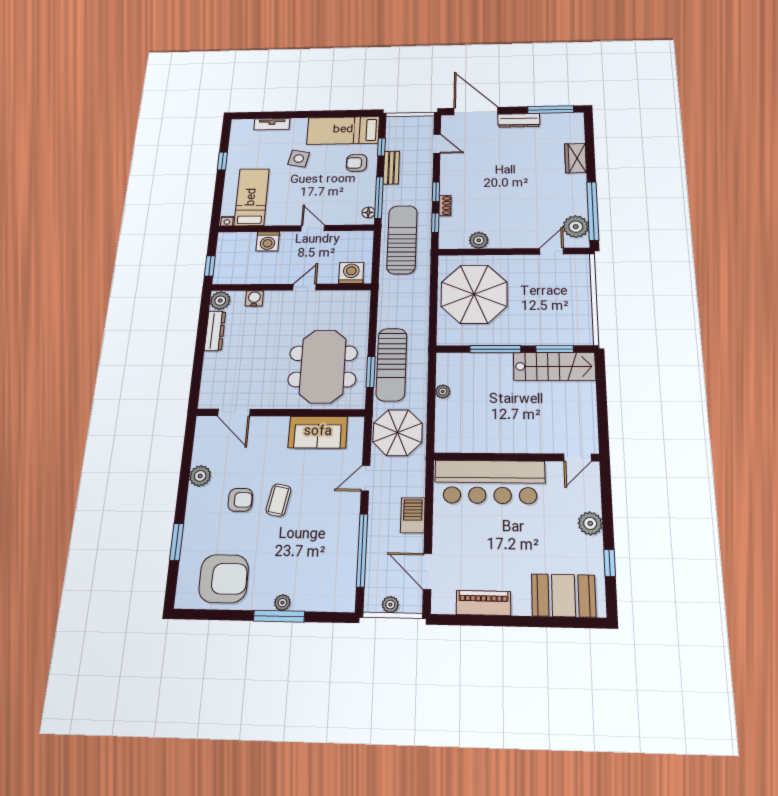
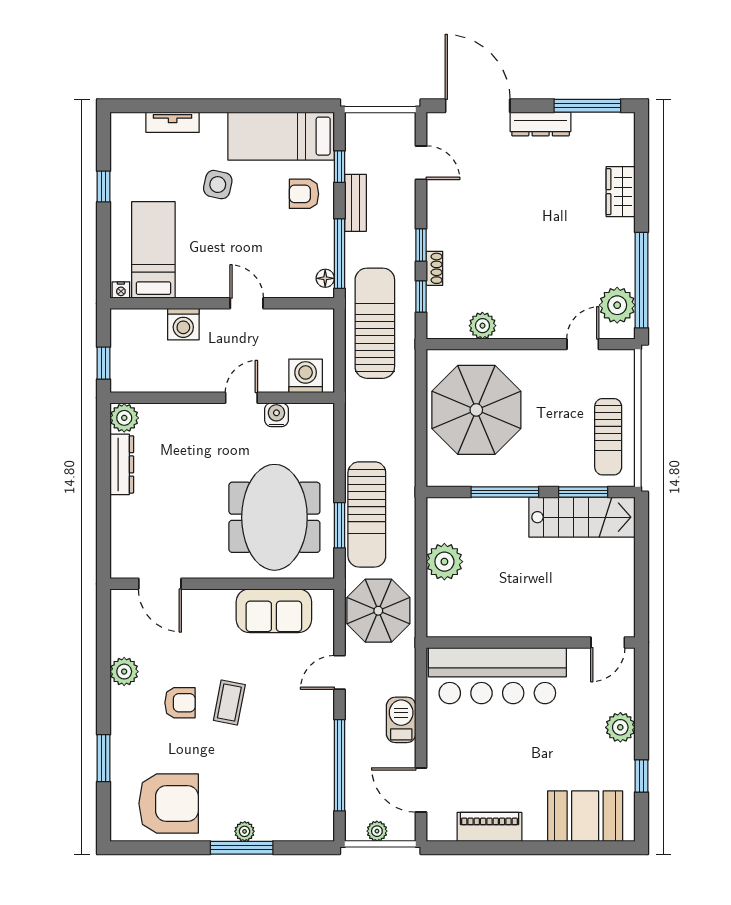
water cooler: (254, 298) -> (276, 415), moved
sun lounger: (572, 311) -> (608, 437), added
plant: (443, 392) -> (444, 562), width x1.87, depth x1.87

